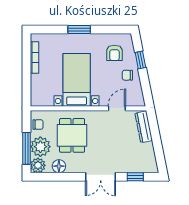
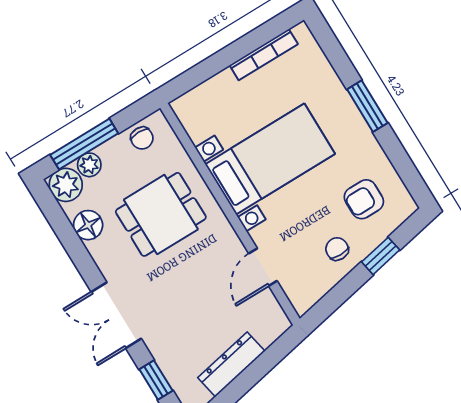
door: (117, 108) -> (263, 267), swing flipped
dresser: (144, 127) -> (231, 364), moved
plant: (40, 147) -> (89, 165), width x0.53, depth x0.53

